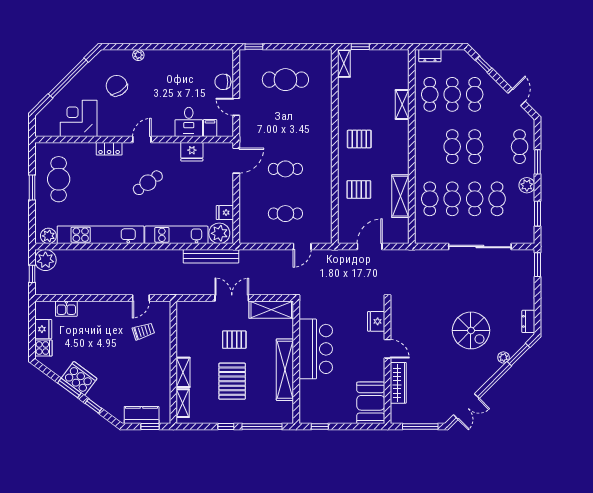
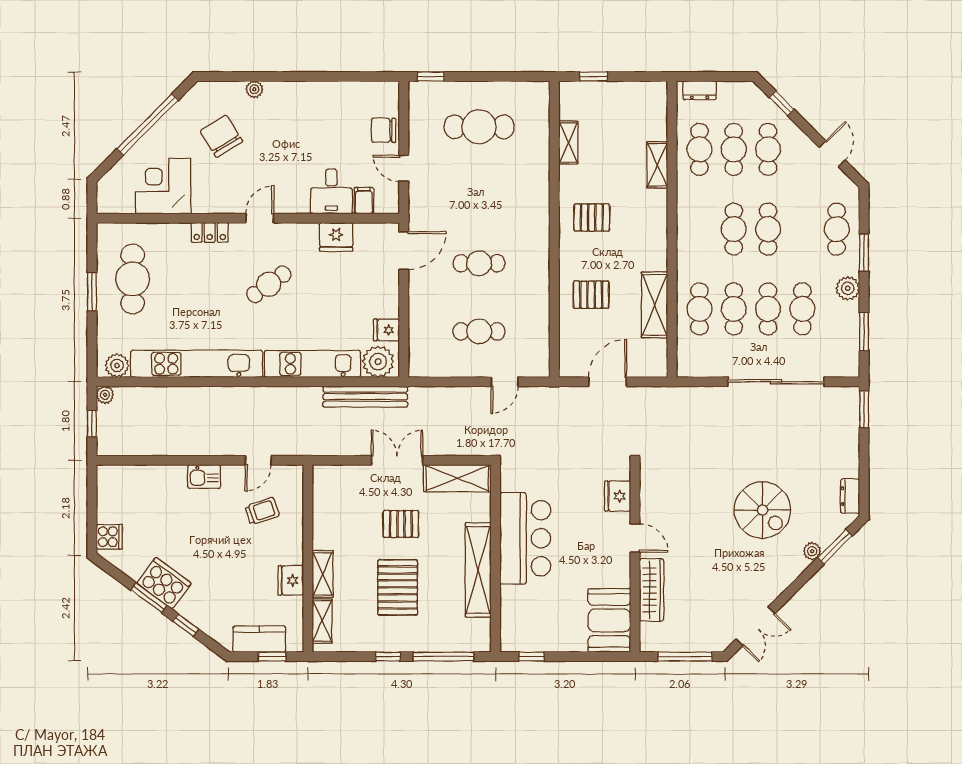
shelving: (344, 63) -> (568, 142), moved
plant: (45, 260) -> (105, 395), width x0.53, depth x0.53
kitchen sink: (66, 309) -> (204, 477), moved
fridge: (43, 329) -> (291, 580), moved, turned 180

